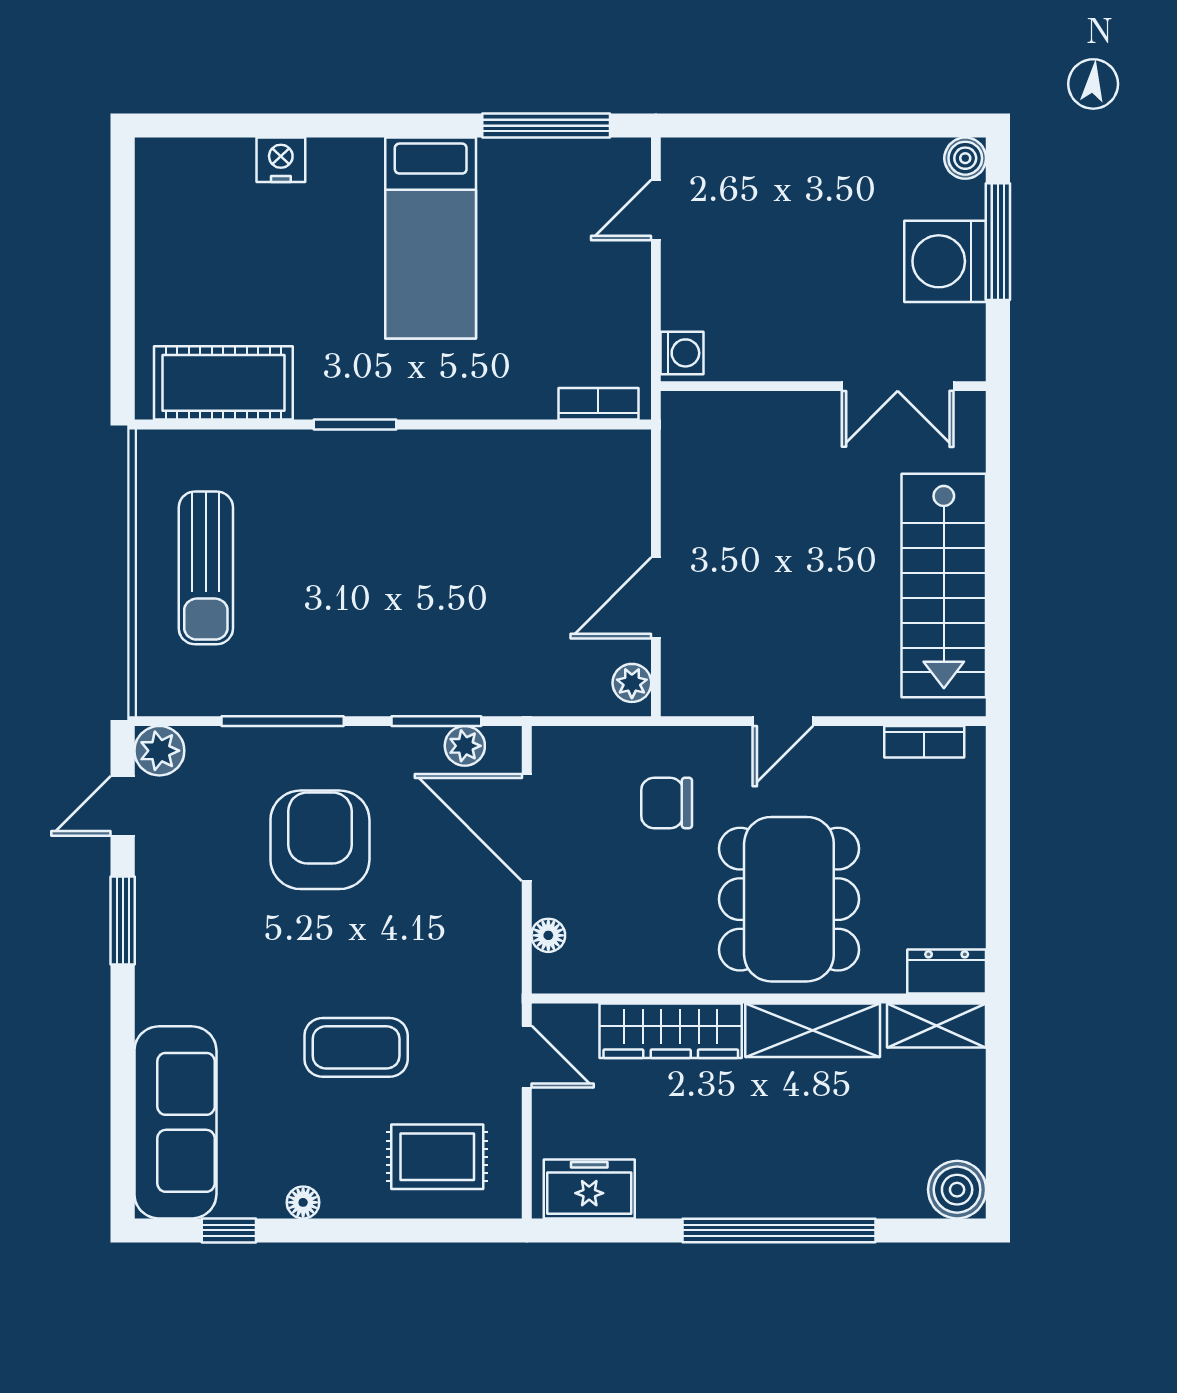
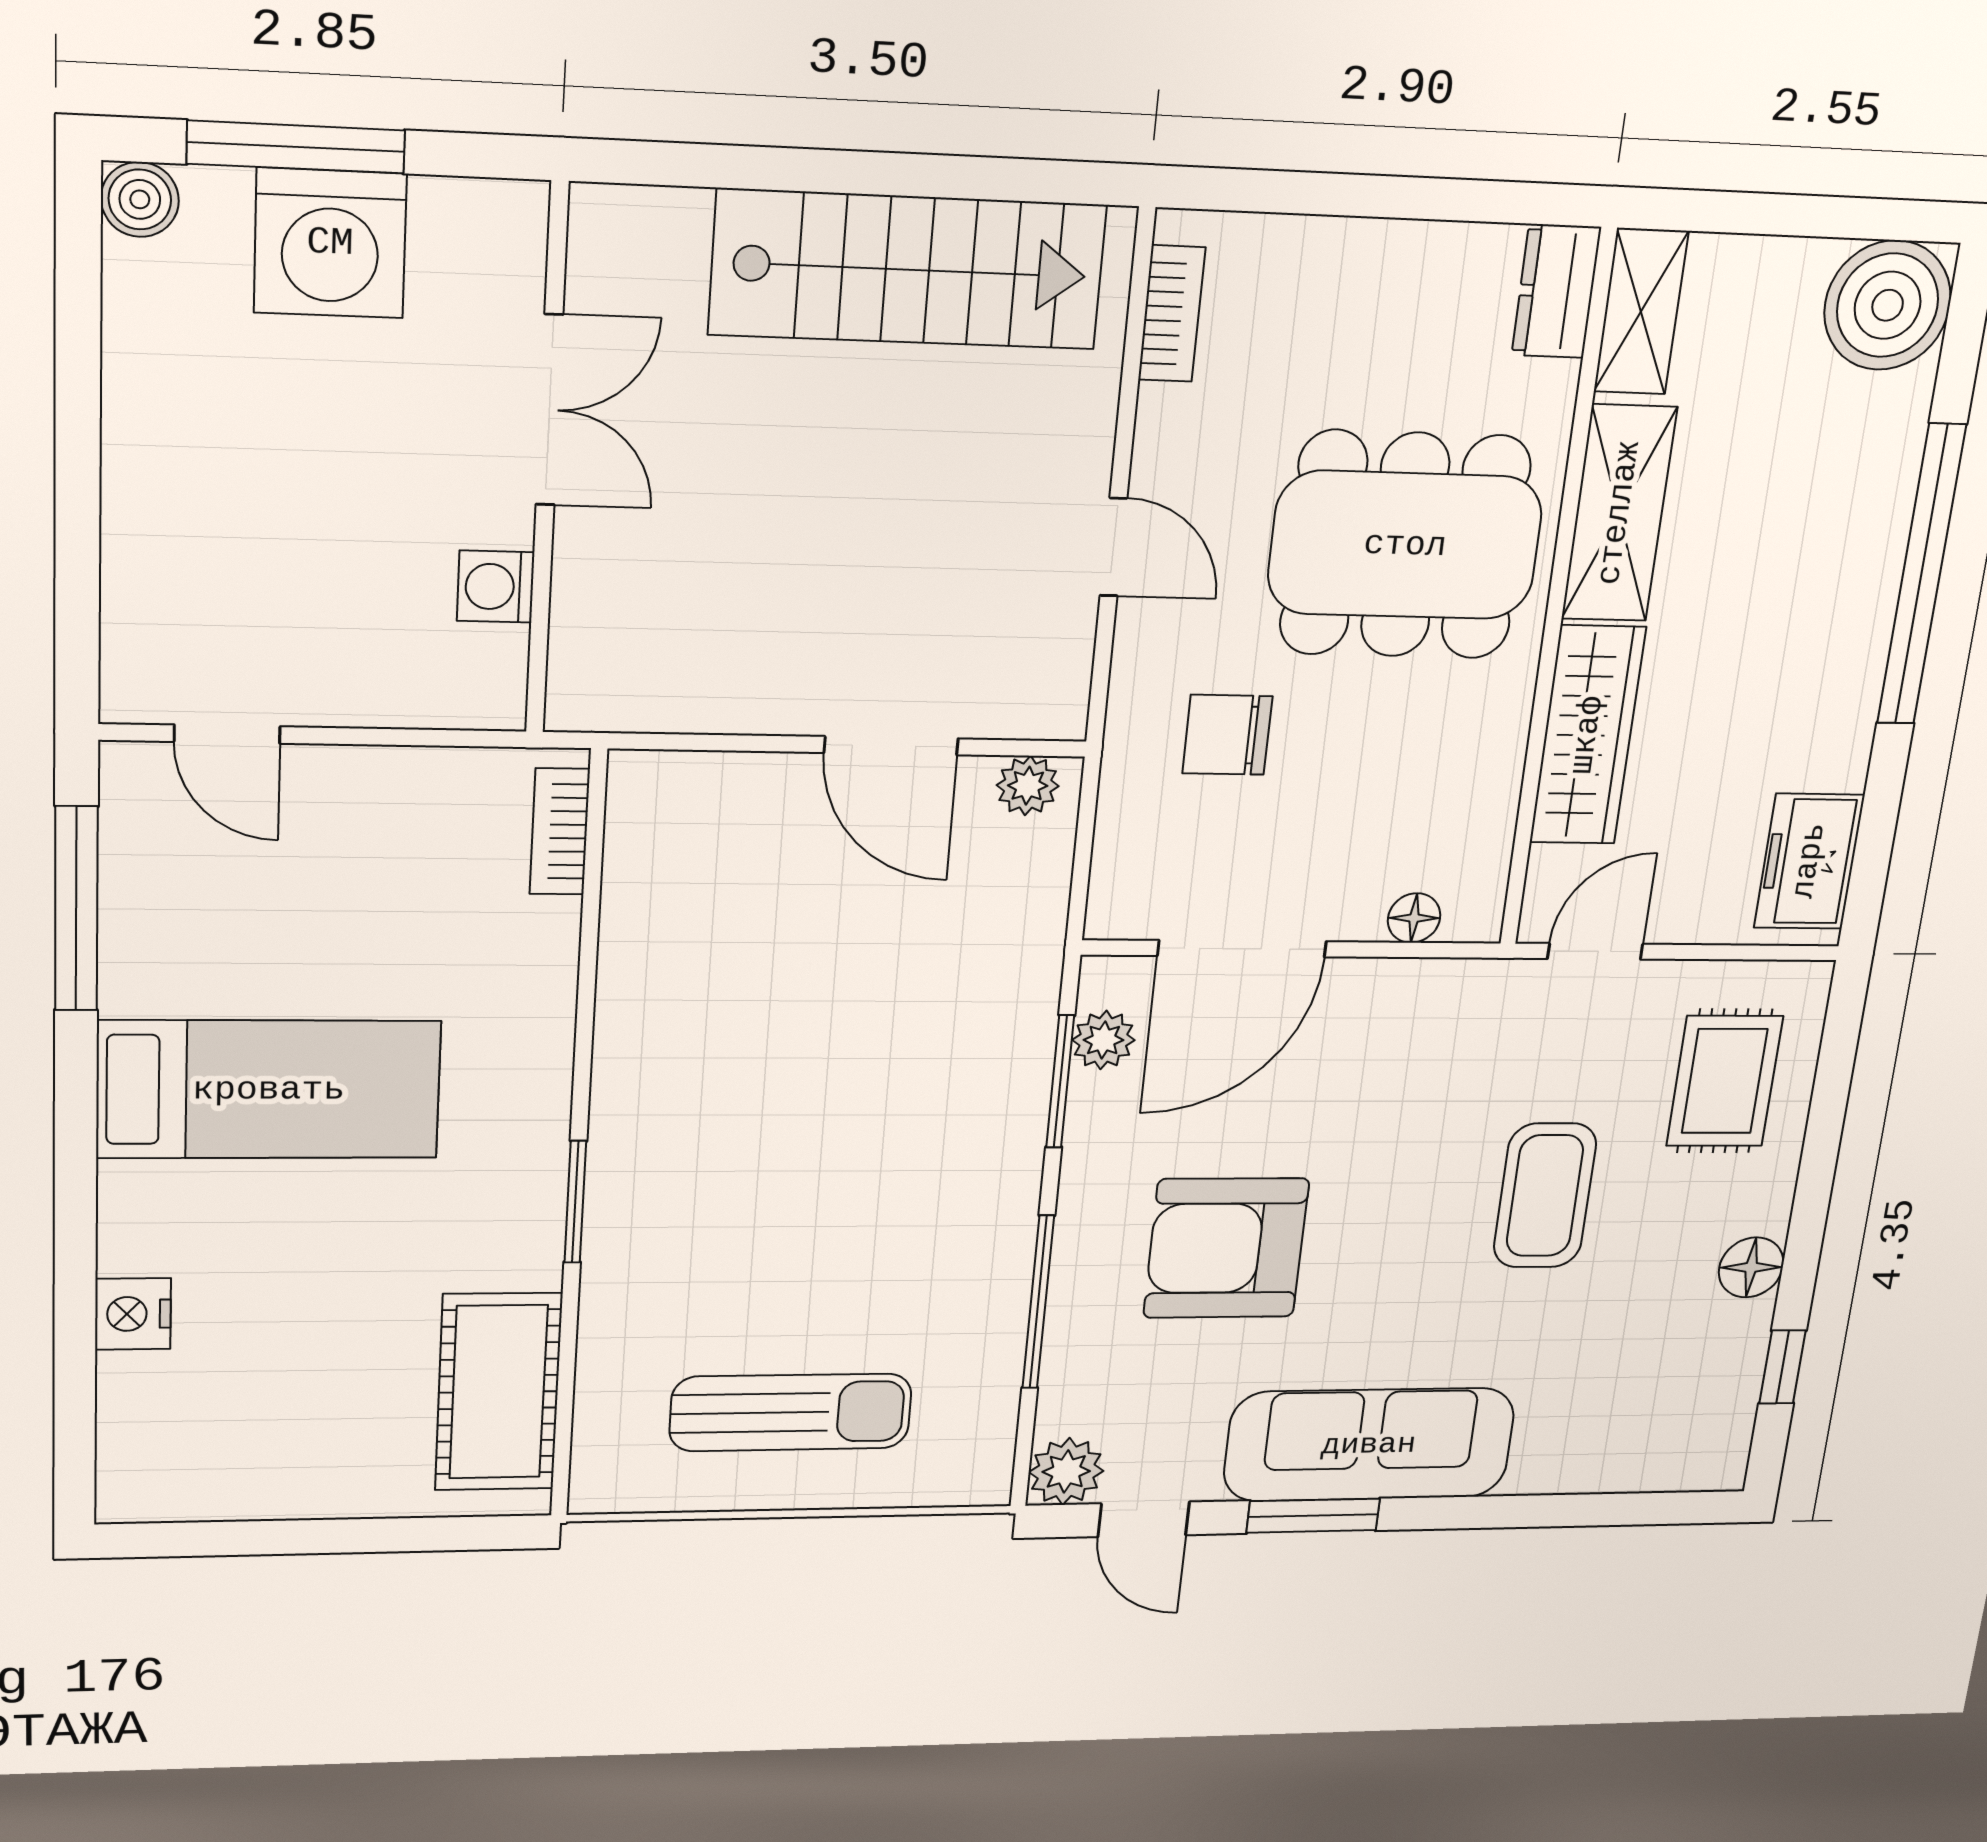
washing machine: (682, 353) -> (496, 587), moved, turned -90
double door: (898, 386) -> (549, 410), moved
chair: (667, 803) -> (1227, 735), turned 90
sofa: (175, 1122) -> (1369, 1445), moved
boiler: (957, 1190) -> (1888, 305), width x1.37, depth x1.37
floor lamp: (303, 1202) -> (1751, 1267), width x1.37, depth x1.37

